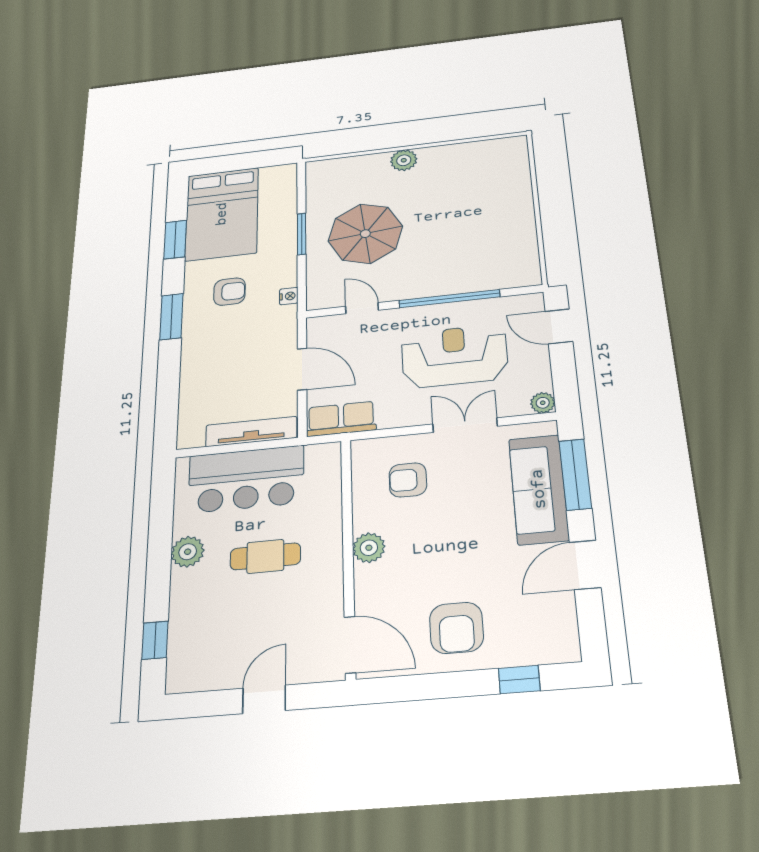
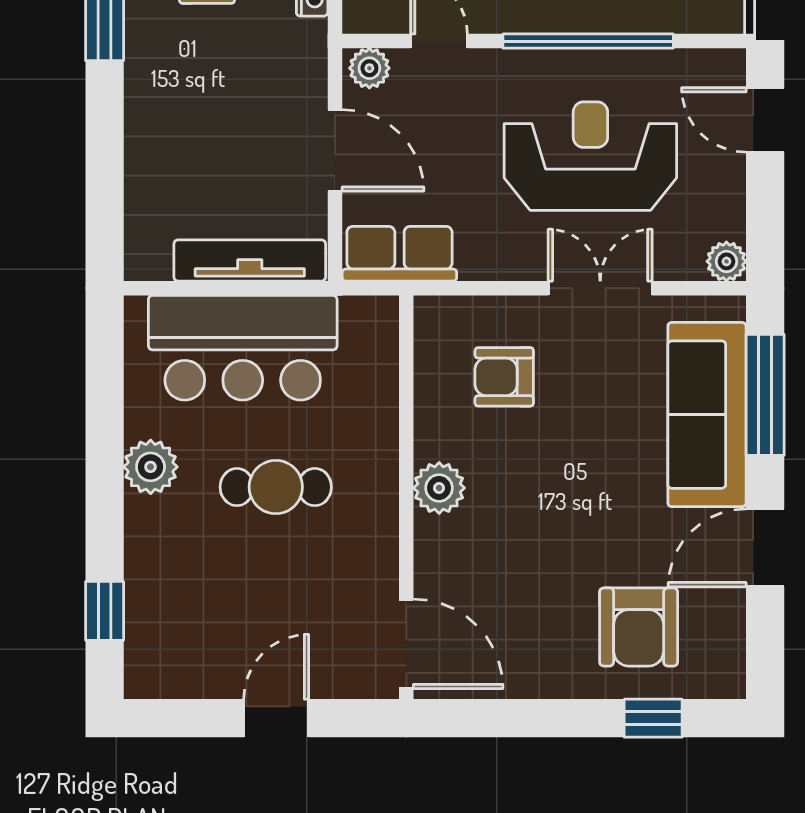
plant: (322, 326) -> (369, 68), added
armchair: (456, 628) -> (639, 627), moved

